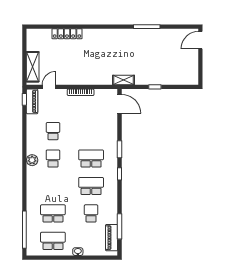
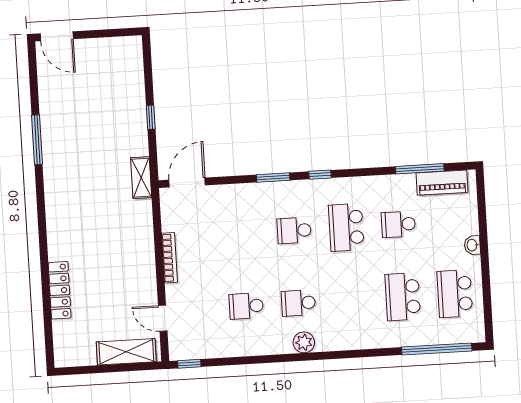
piano: (32, 101) -> (192, 349), removed
school desk: (91, 159) -> (294, 231), width x0.54

